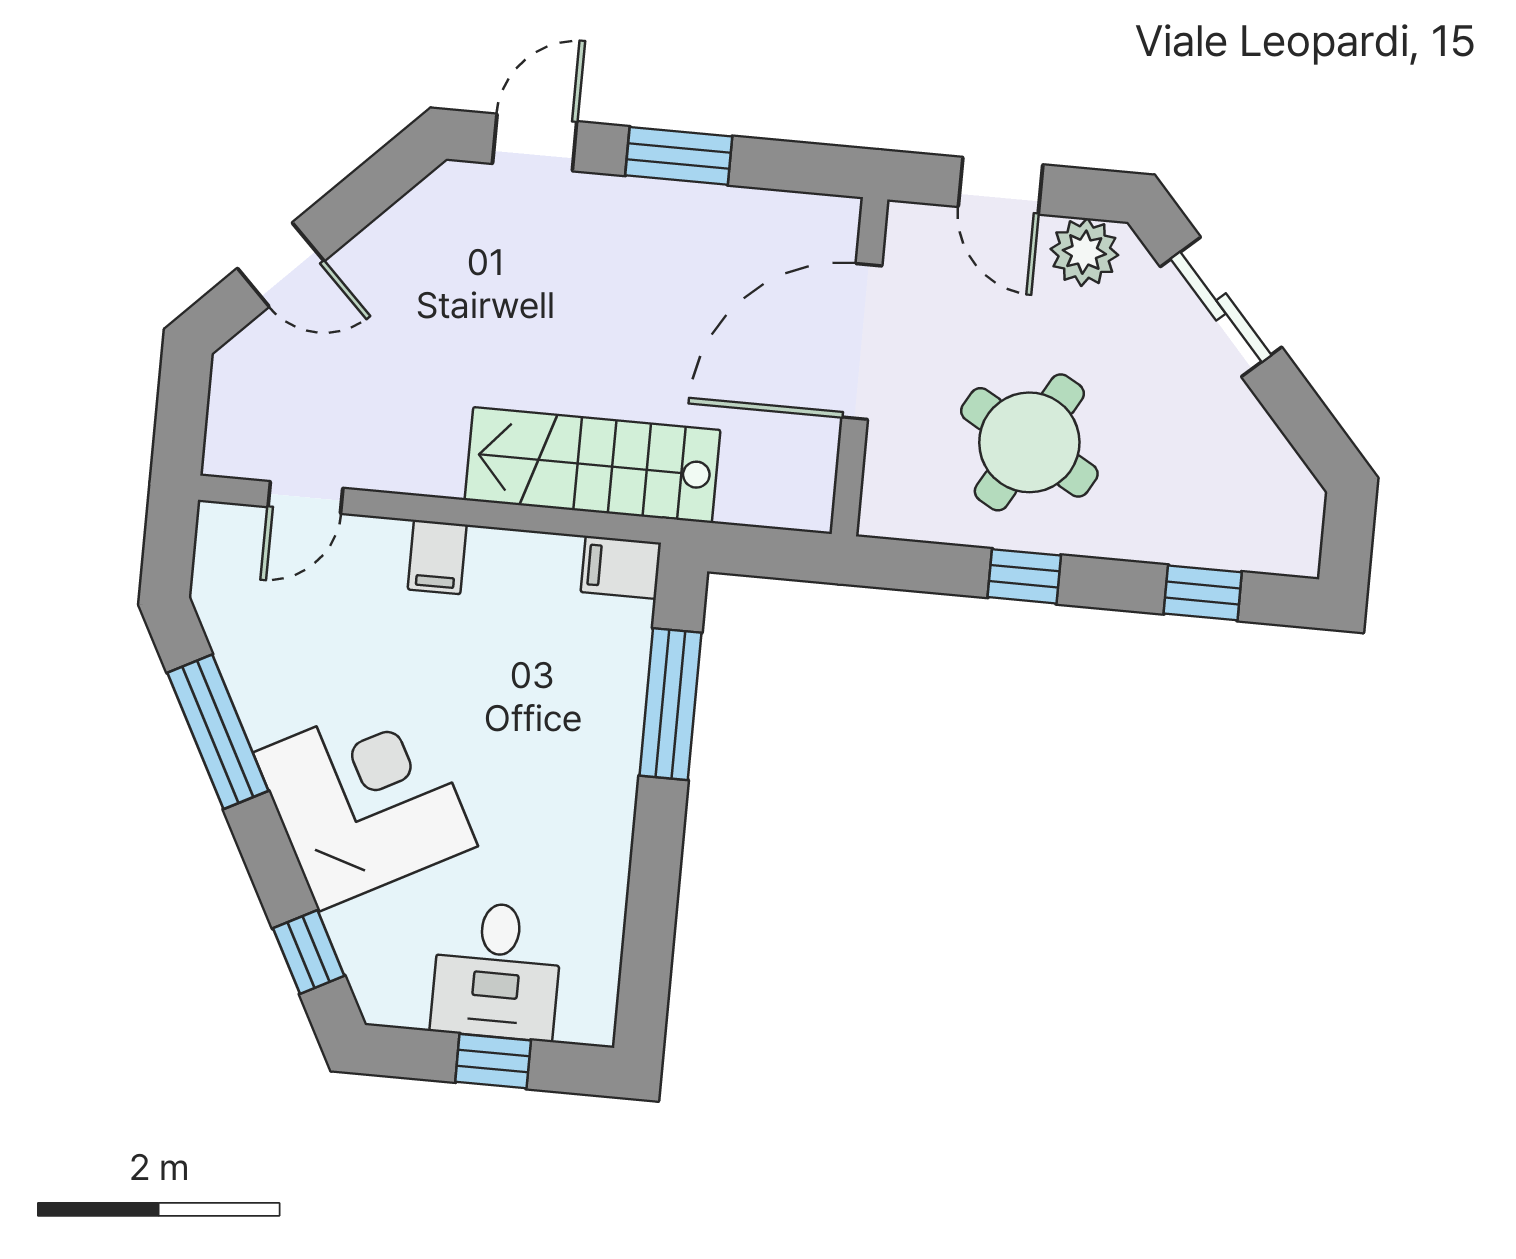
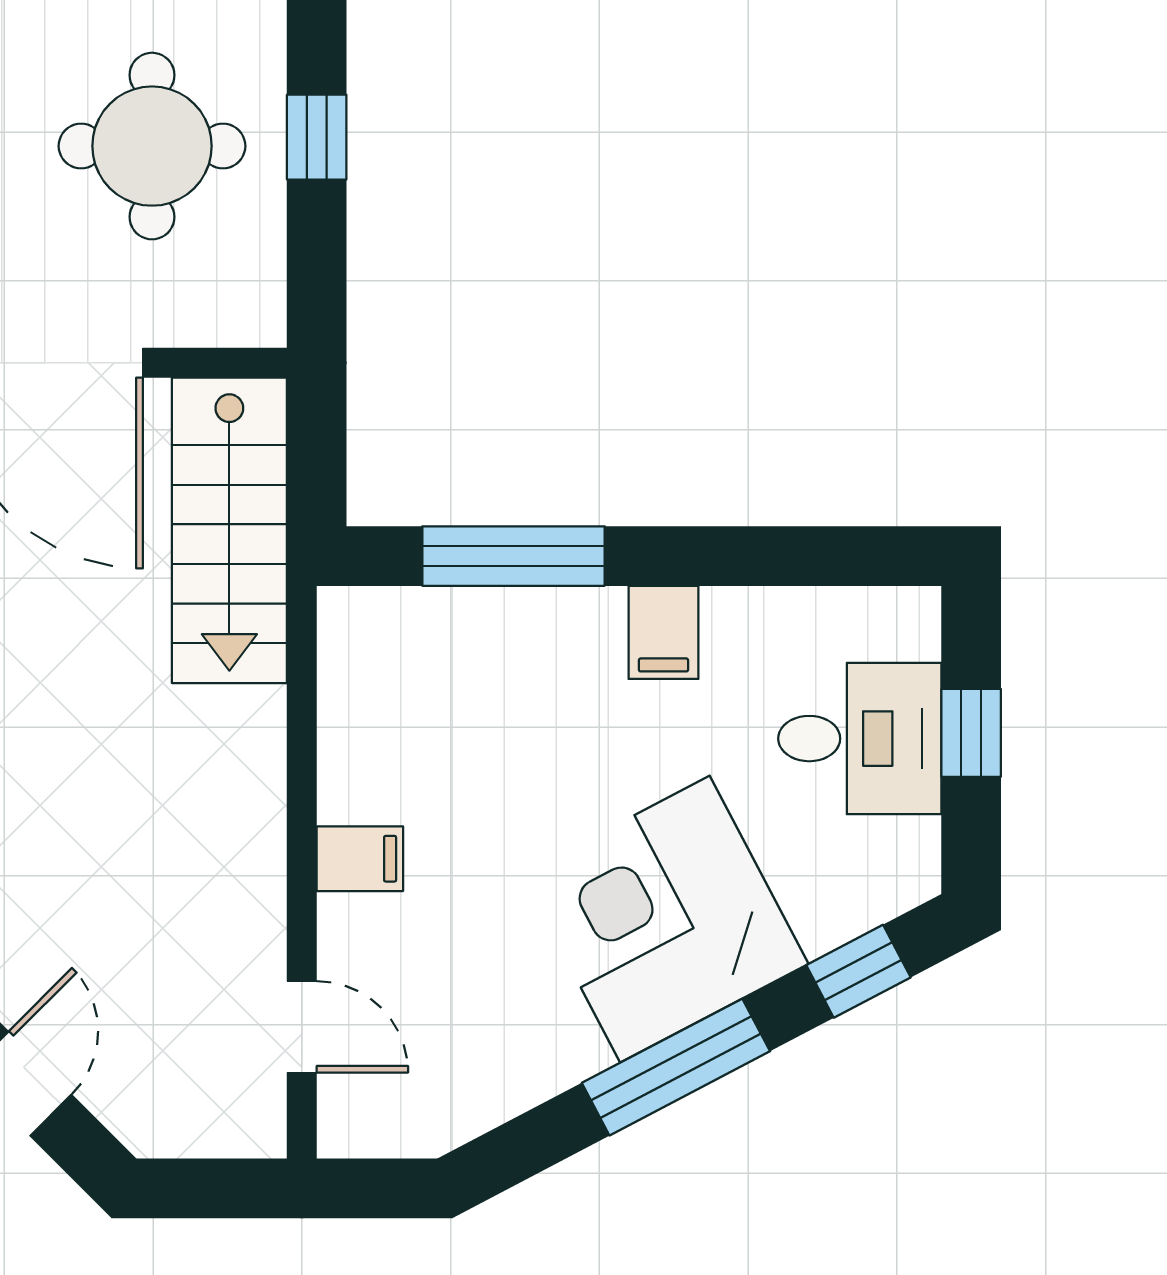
round table: (1029, 442) -> (152, 146), turned -30
stairs: (593, 465) -> (229, 530), moved
filing cabinet: (621, 567) -> (663, 632), moved
window: (218, 732) -> (676, 1067), moved

